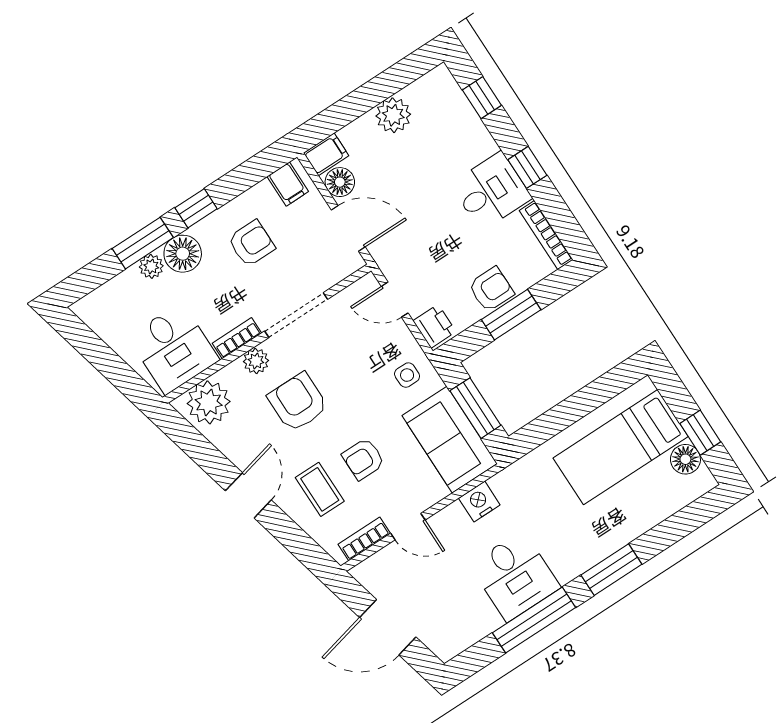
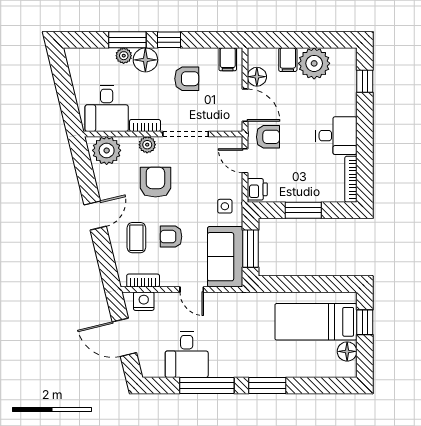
plant: (393, 115) -> (314, 63), width x1.36, depth x1.36
filing cabinet: (326, 154) -> (288, 60), moved, turned 90
window: (527, 167) -> (365, 136), removed
armchair: (491, 289) -> (268, 137), moved
window: (700, 433) -> (365, 322), moved
nightstand: (479, 502) -> (144, 301), moved
door: (408, 527) -> (192, 289), moved
desk: (515, 576) -> (187, 355), moved

